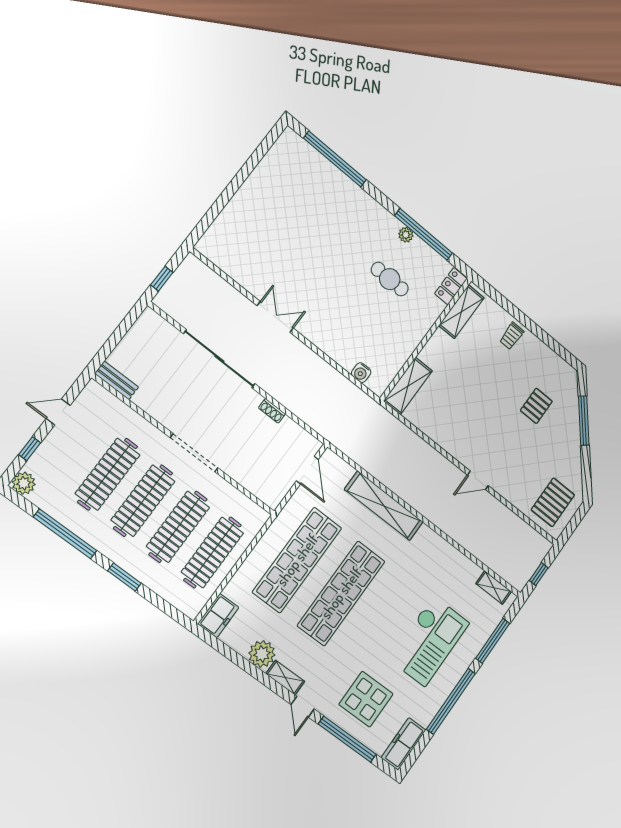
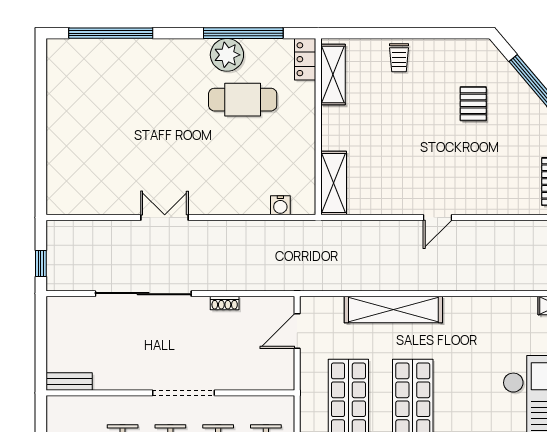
plant: (406, 235) -> (227, 55), width x1.88, depth x1.88
cafe table: (390, 279) -> (243, 100), width x1.37, depth x1.35
door: (307, 470) -> (297, 331), swing flipped
door: (478, 480) -> (438, 218), moved

